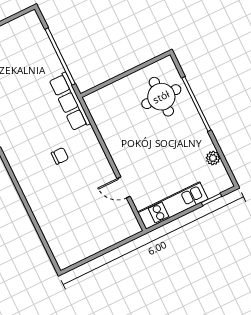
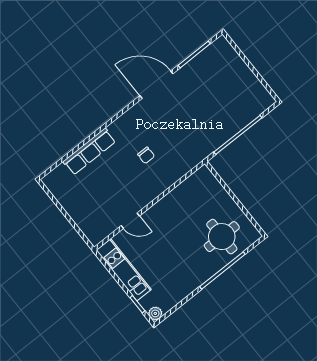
row of seats: (70, 102) -> (89, 151), moved, turned 180
plant: (213, 158) -> (155, 313), moved
door: (124, 187) -> (130, 221), swing flipped

